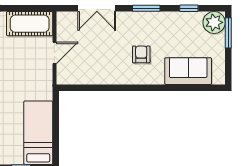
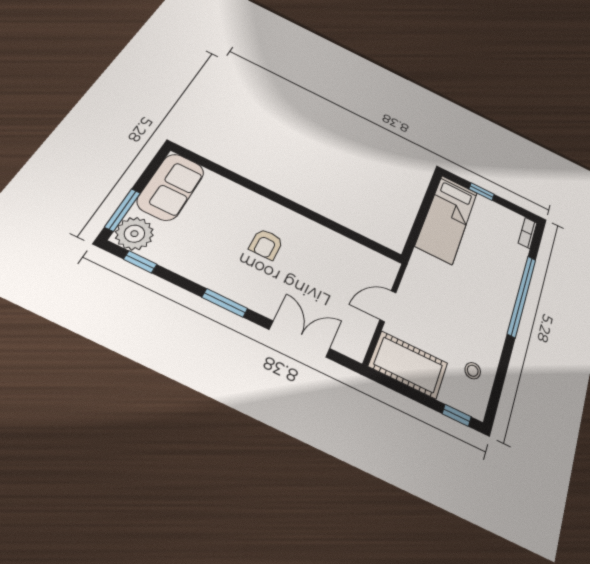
window: (189, 8) -> (140, 262), moved
sofa: (188, 71) -> (171, 187), moved, turned -90

